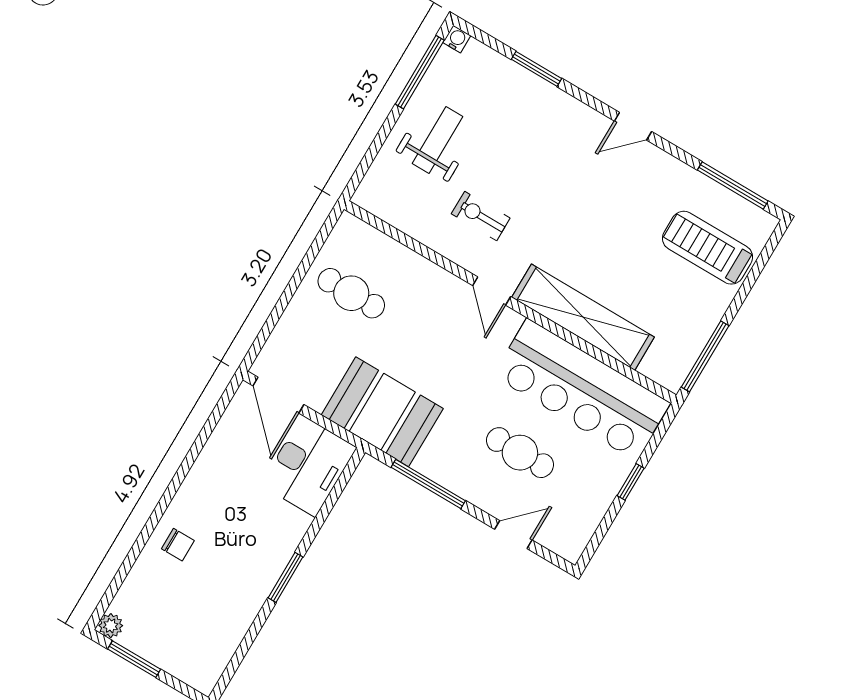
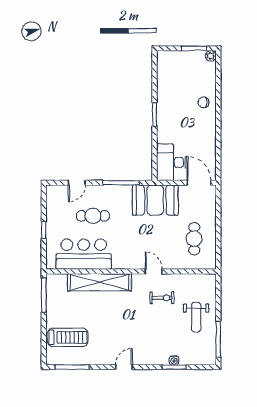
water cooler: (457, 39) -> (174, 360), moved
door: (492, 291) -> (154, 271), moved
cafe table: (351, 293) -> (194, 239), turned 90
bar counter: (581, 389) -> (84, 254), width x0.73

